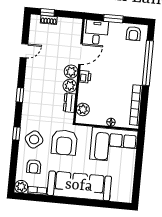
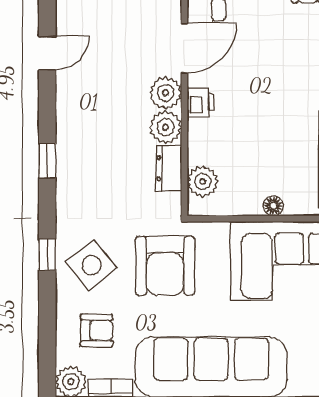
armchair: (34, 166) -> (97, 330), turned -90

